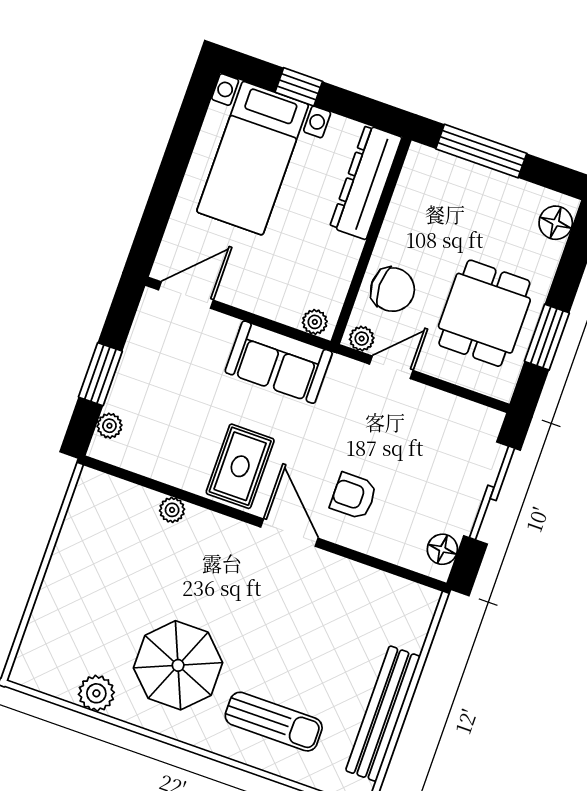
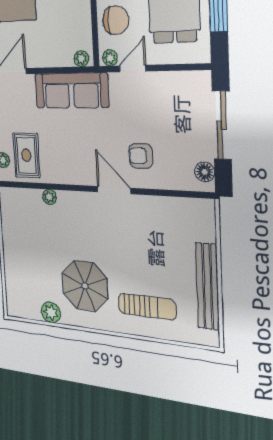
sofa: (279, 362) -> (71, 91), width x1.36
rug: (240, 466) -> (26, 155), moved

